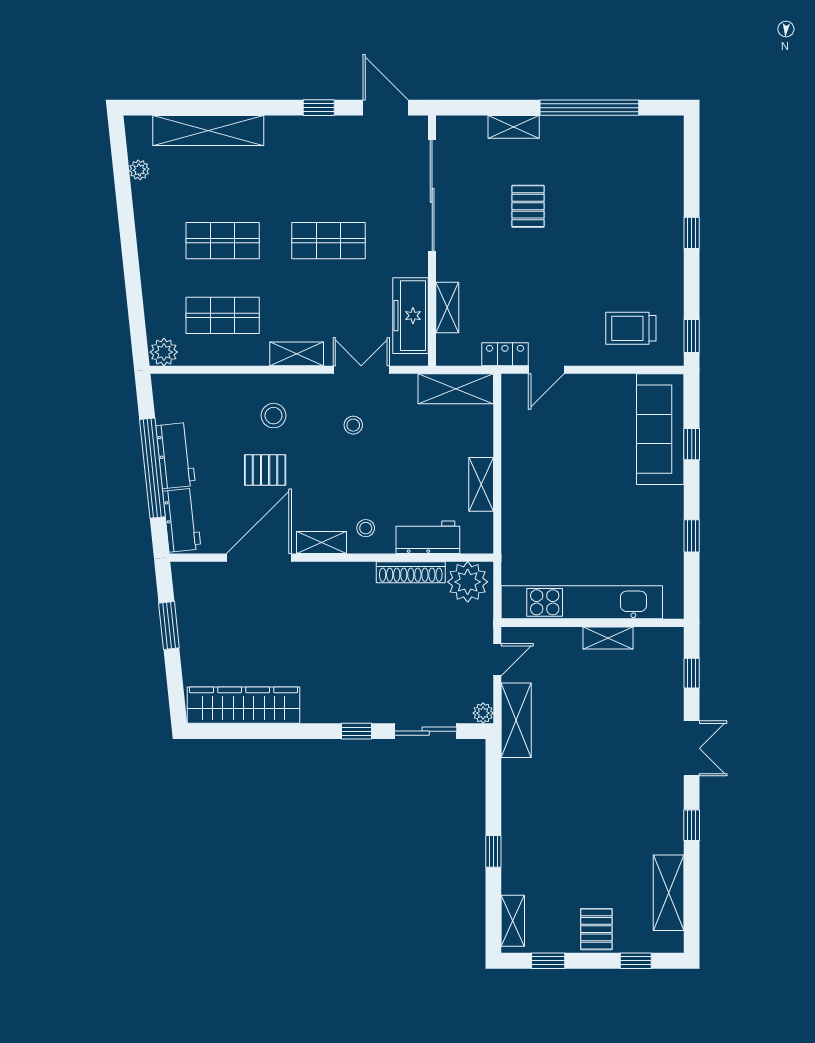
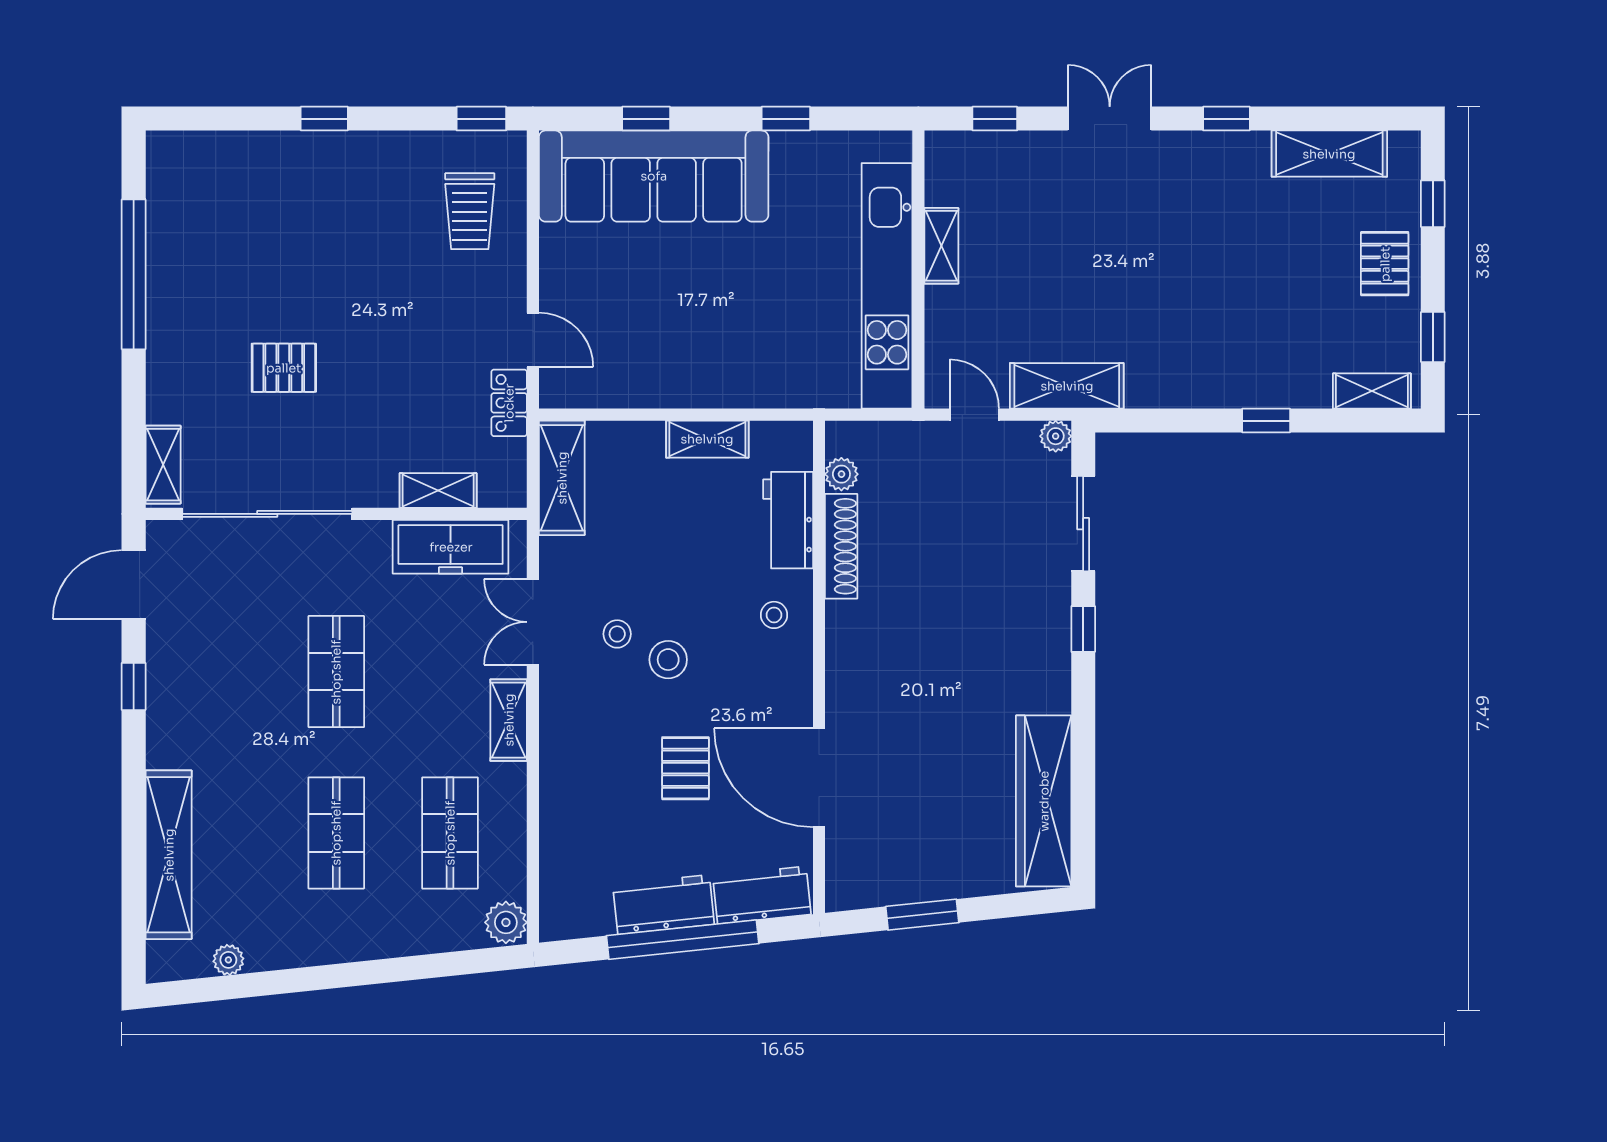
shelving: (514, 127) -> (163, 465), moved
stool: (274, 416) -> (668, 660), moved
sofa: (660, 429) -> (654, 176), width x1.36, depth x1.27
shelving: (321, 543) -> (796, 682), removed
plant: (468, 582) -> (841, 474), width x0.53, depth x0.53
pallet: (596, 929) -> (1385, 264), turned 90

